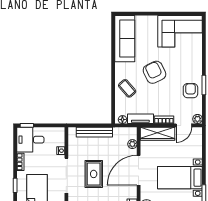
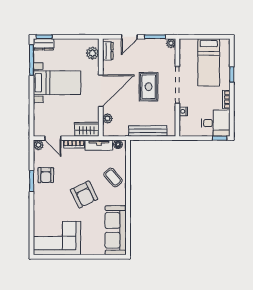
door: (184, 125) -> (53, 138), swing flipped
wardrobe: (158, 134) -> (87, 129), width x0.67

